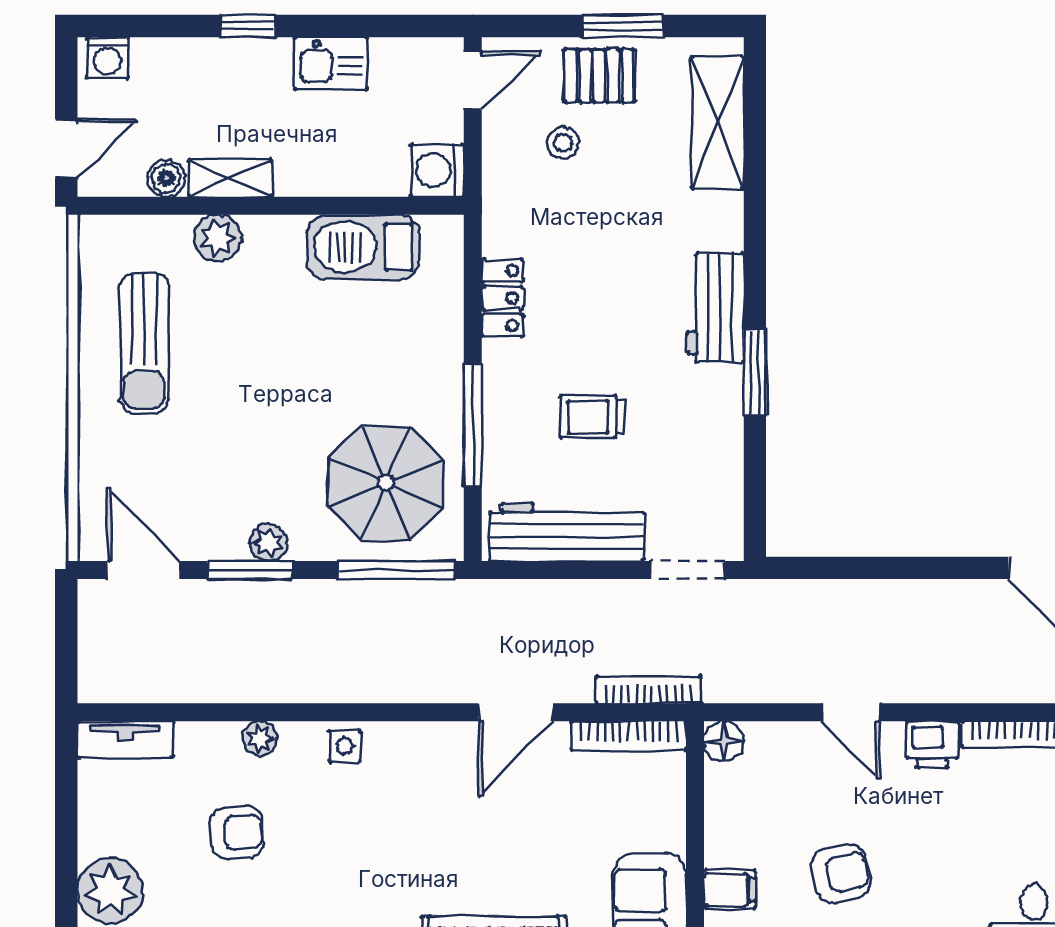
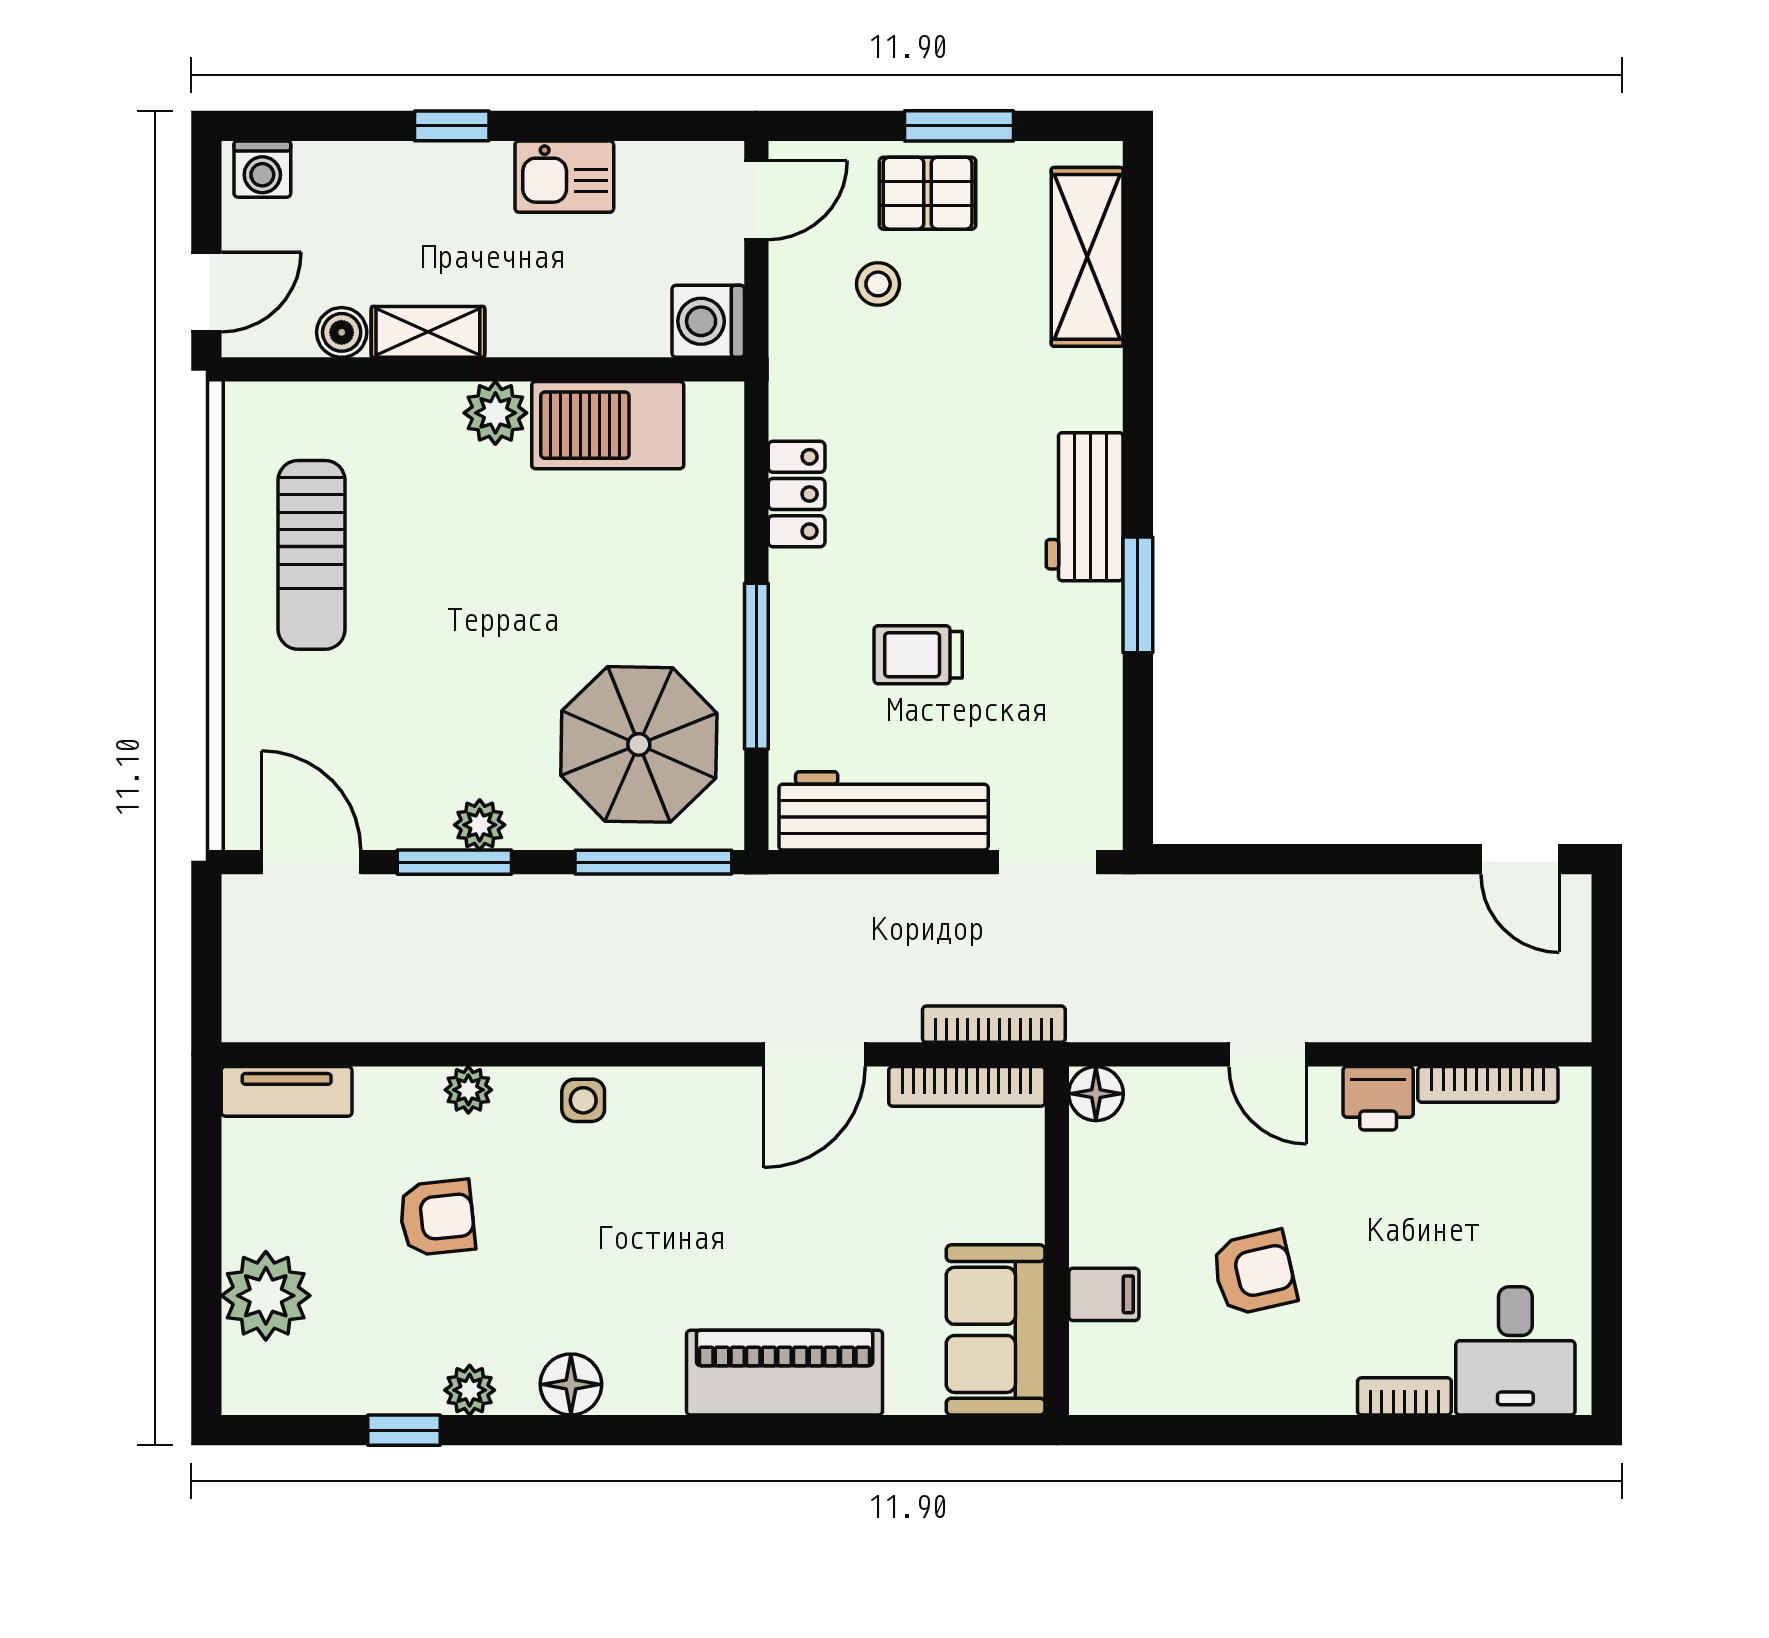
plant: (218, 238) -> (495, 413), moved

